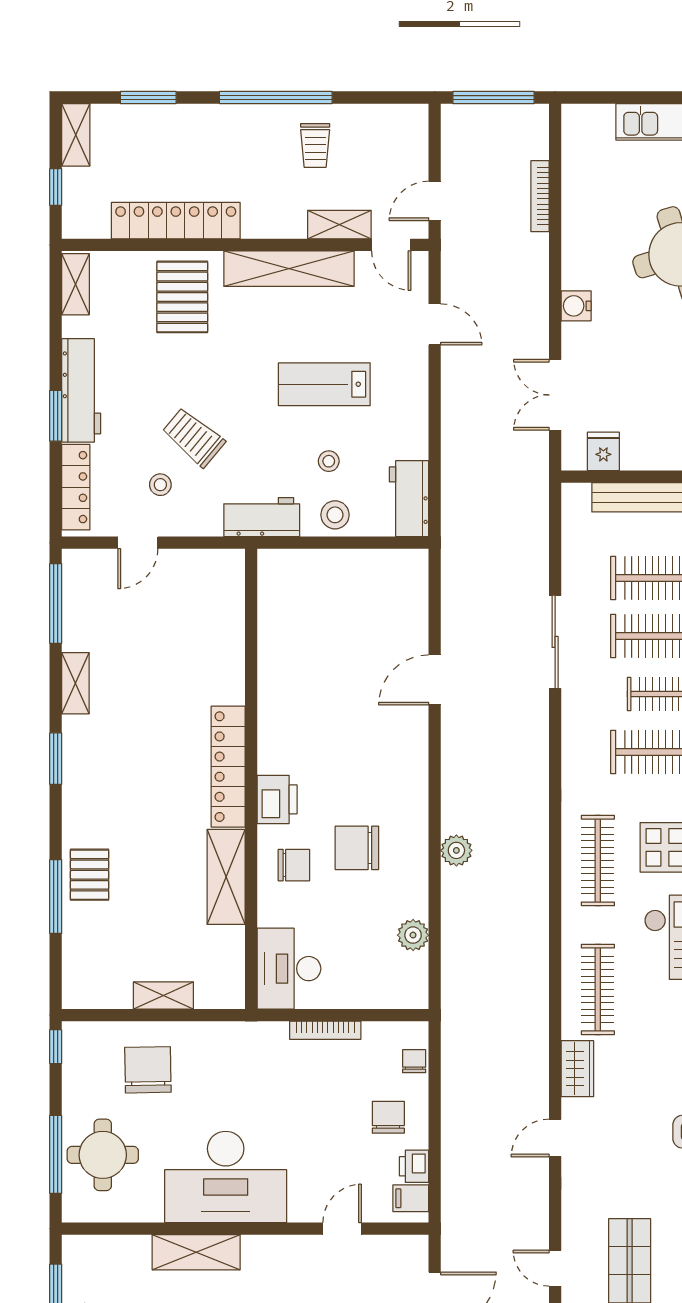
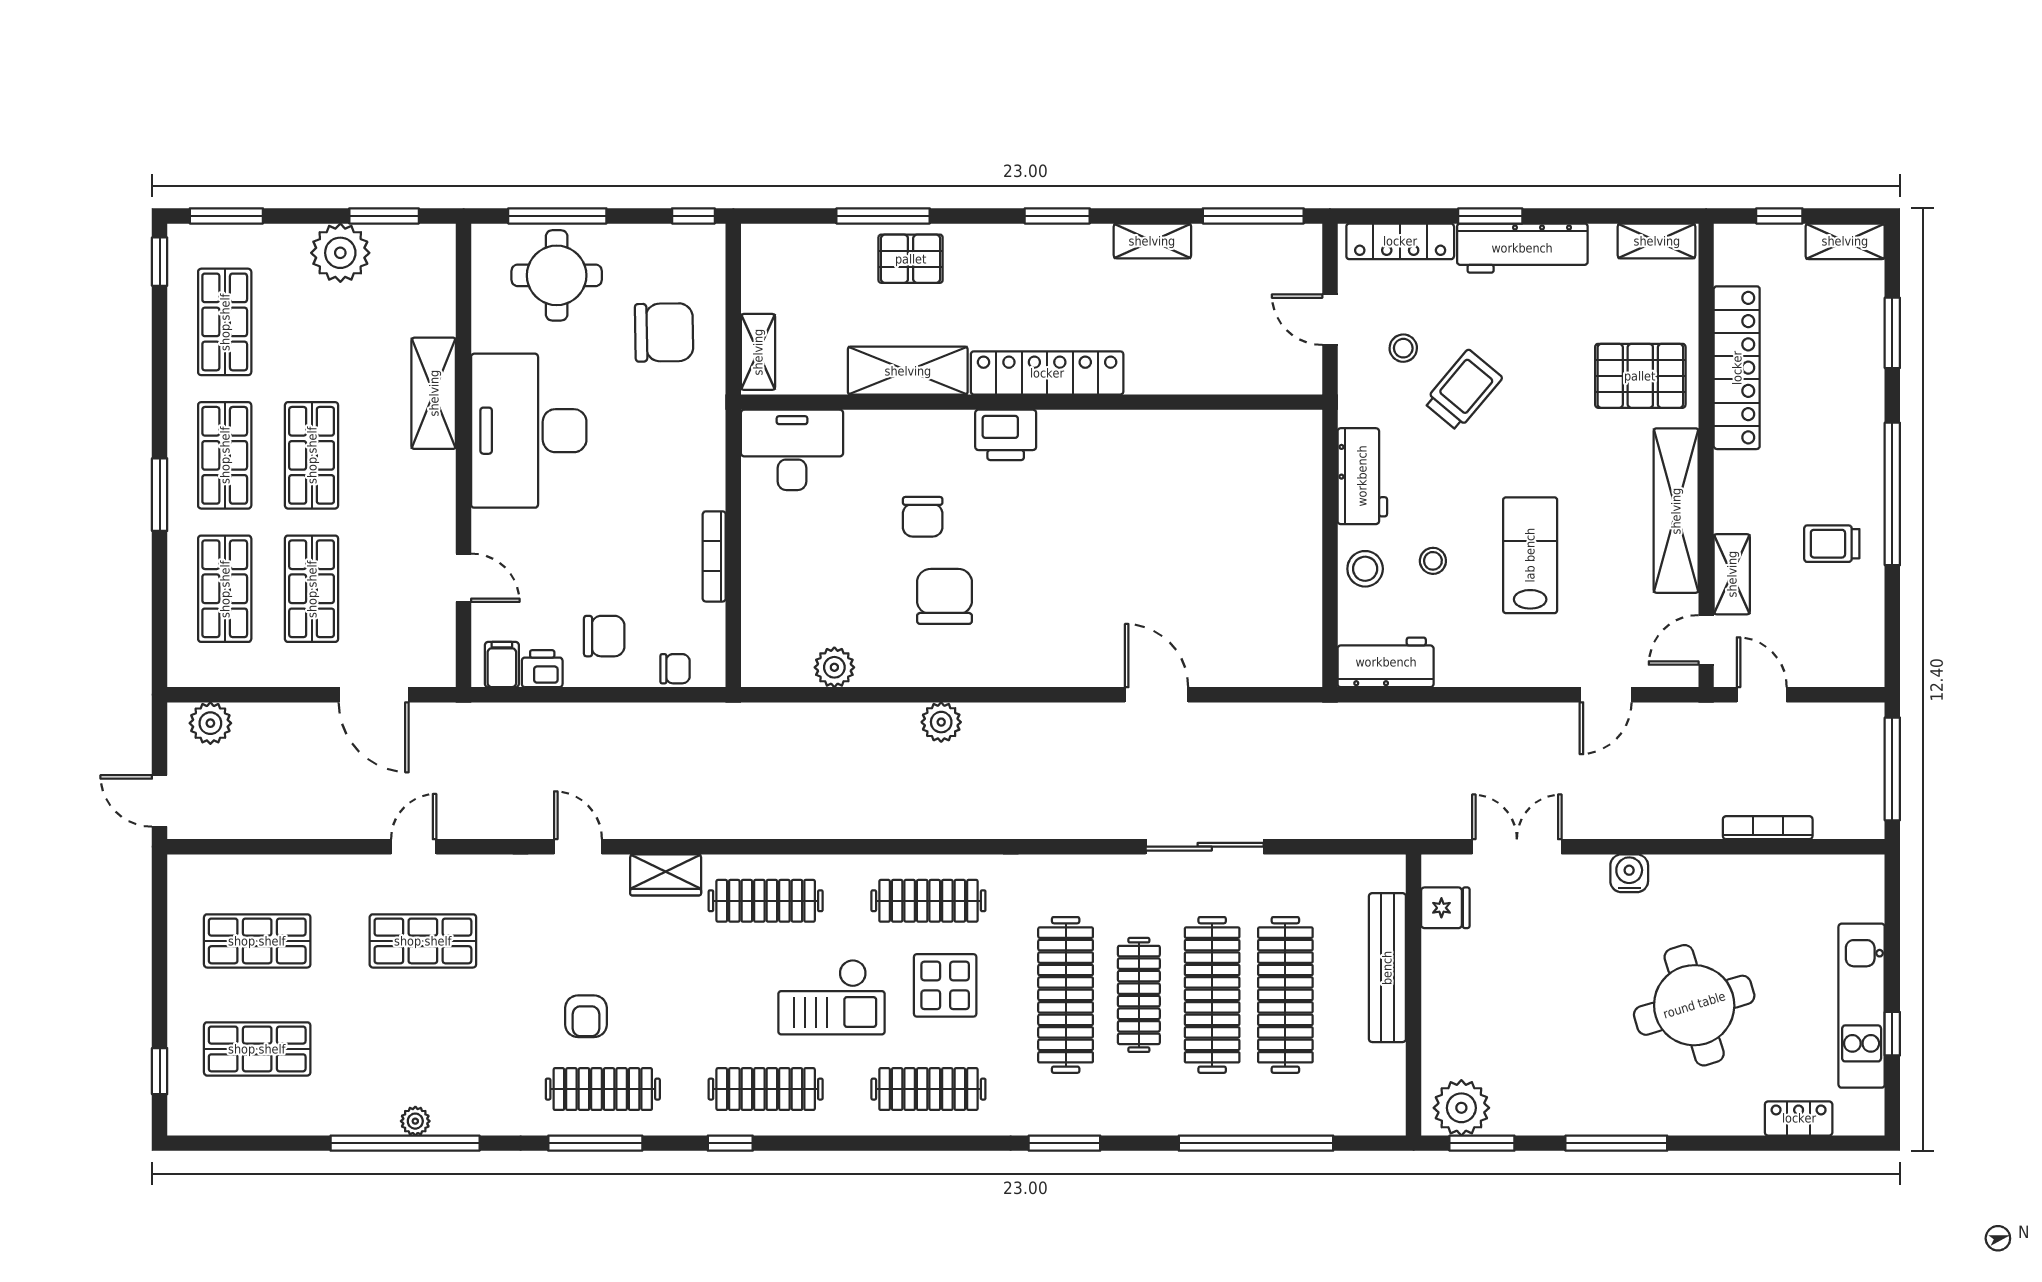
locker: (228, 767) -> (1047, 373), moved
wall: (251, 779) -> (1032, 402), moved
printer: (277, 799) -> (1006, 435), moved
shelving: (226, 877) -> (908, 371), moved
desk: (289, 969) -> (792, 450), moved

